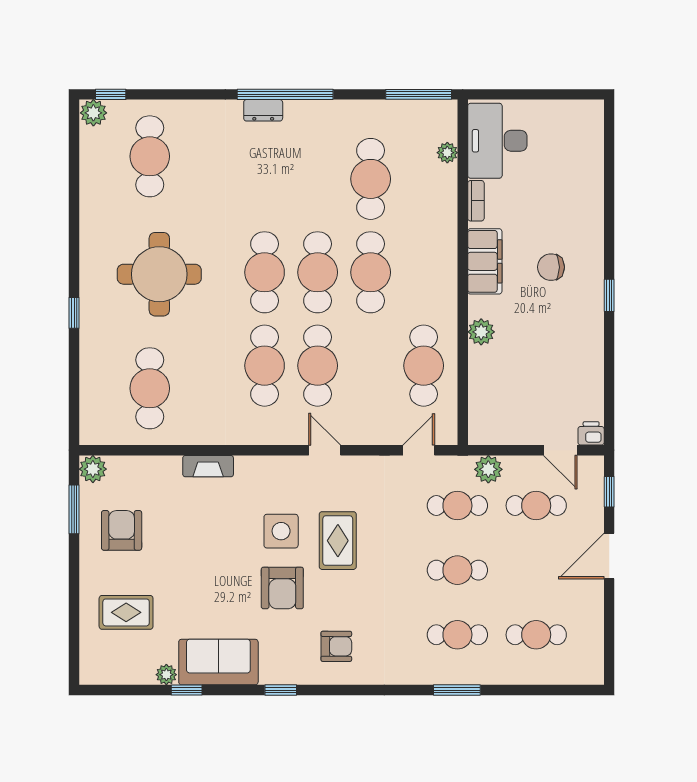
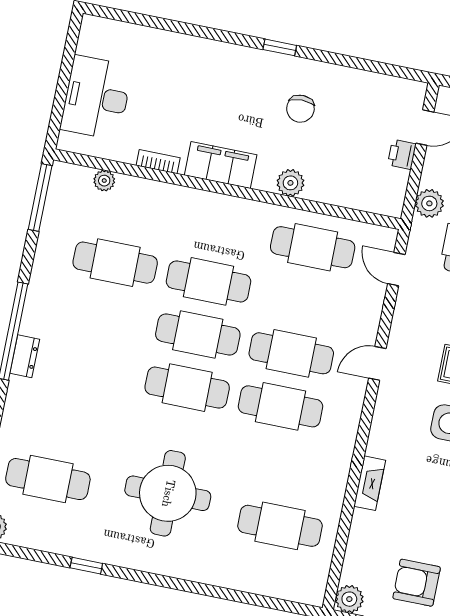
desk: (497, 141) -> (96, 98), moved, turned 90
chair: (551, 267) -> (300, 109), moved
window: (74, 313) -> (86, 566), moved
printer: (591, 433) -> (402, 154), moved

